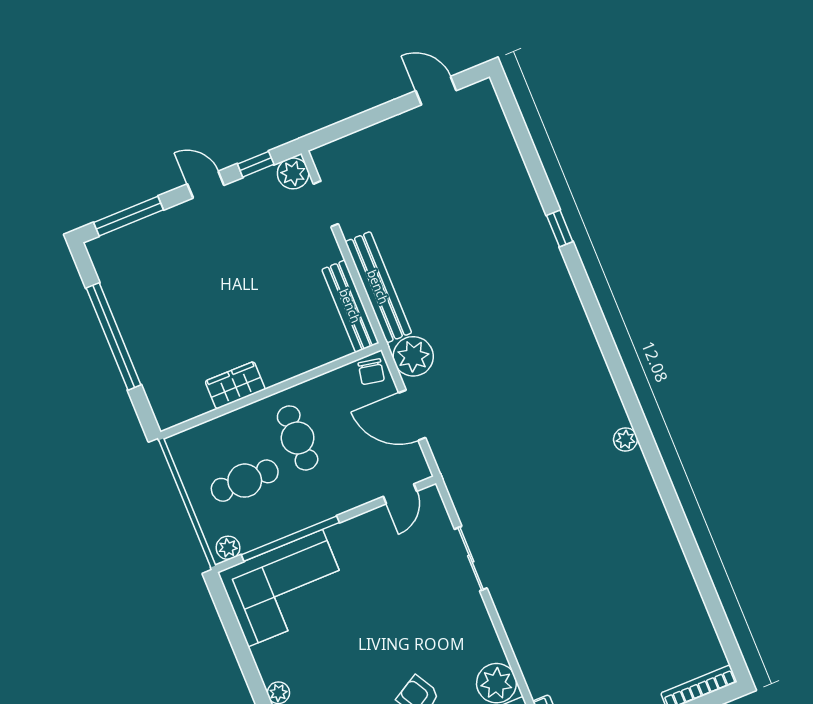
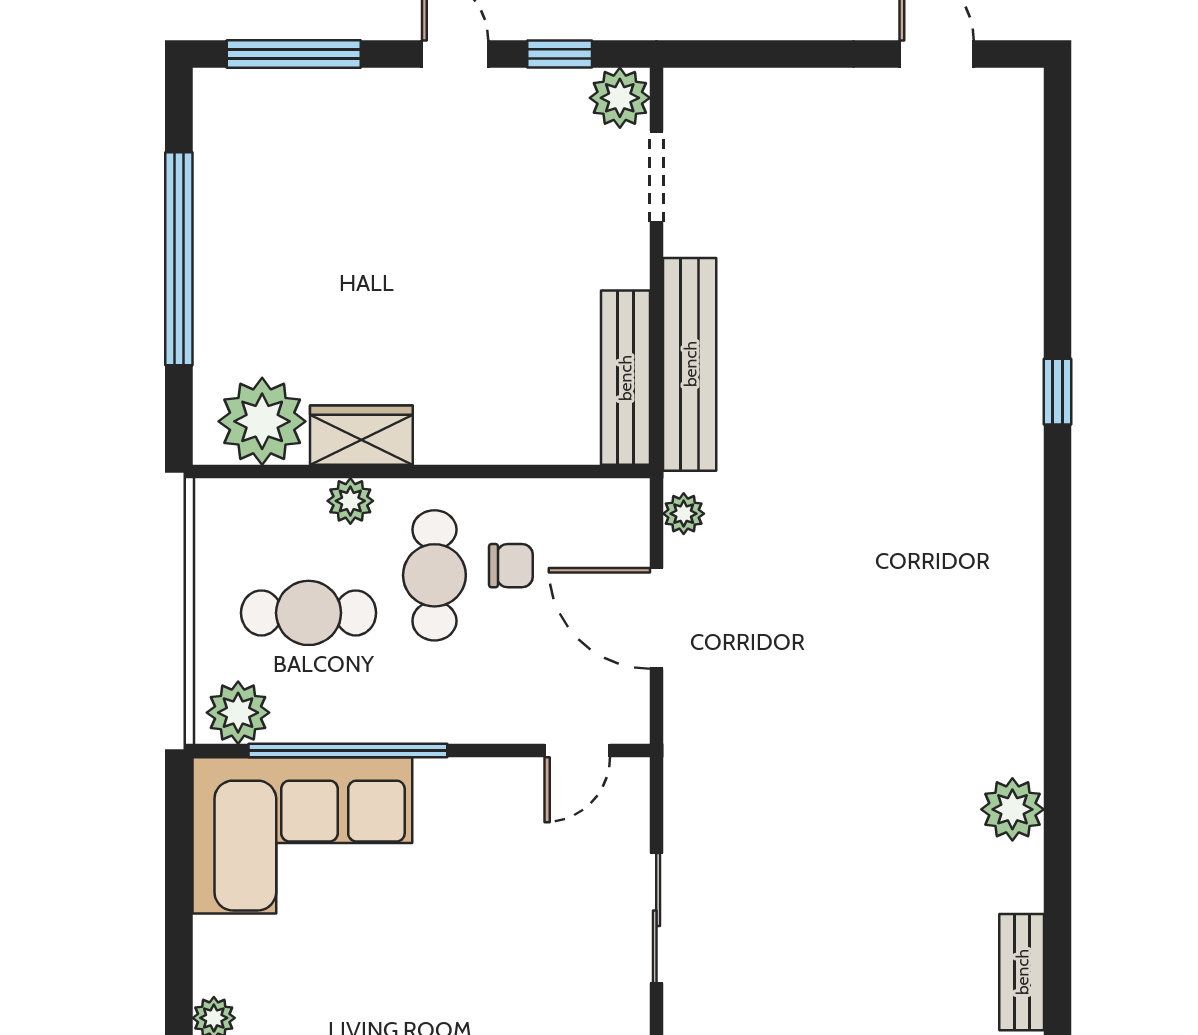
plant: (413, 356) -> (684, 514), width x0.53, depth x0.53
chair: (371, 372) -> (511, 566), moved, turned -101
plant: (185, 398) -> (262, 421), added
plant: (243, 419) -> (350, 501), added
plant: (625, 440) -> (1012, 809), width x1.38, depth x1.38
bench: (656, 513) -> (1022, 972), added
plant: (228, 548) -> (238, 713), width x1.38, depth x1.38

